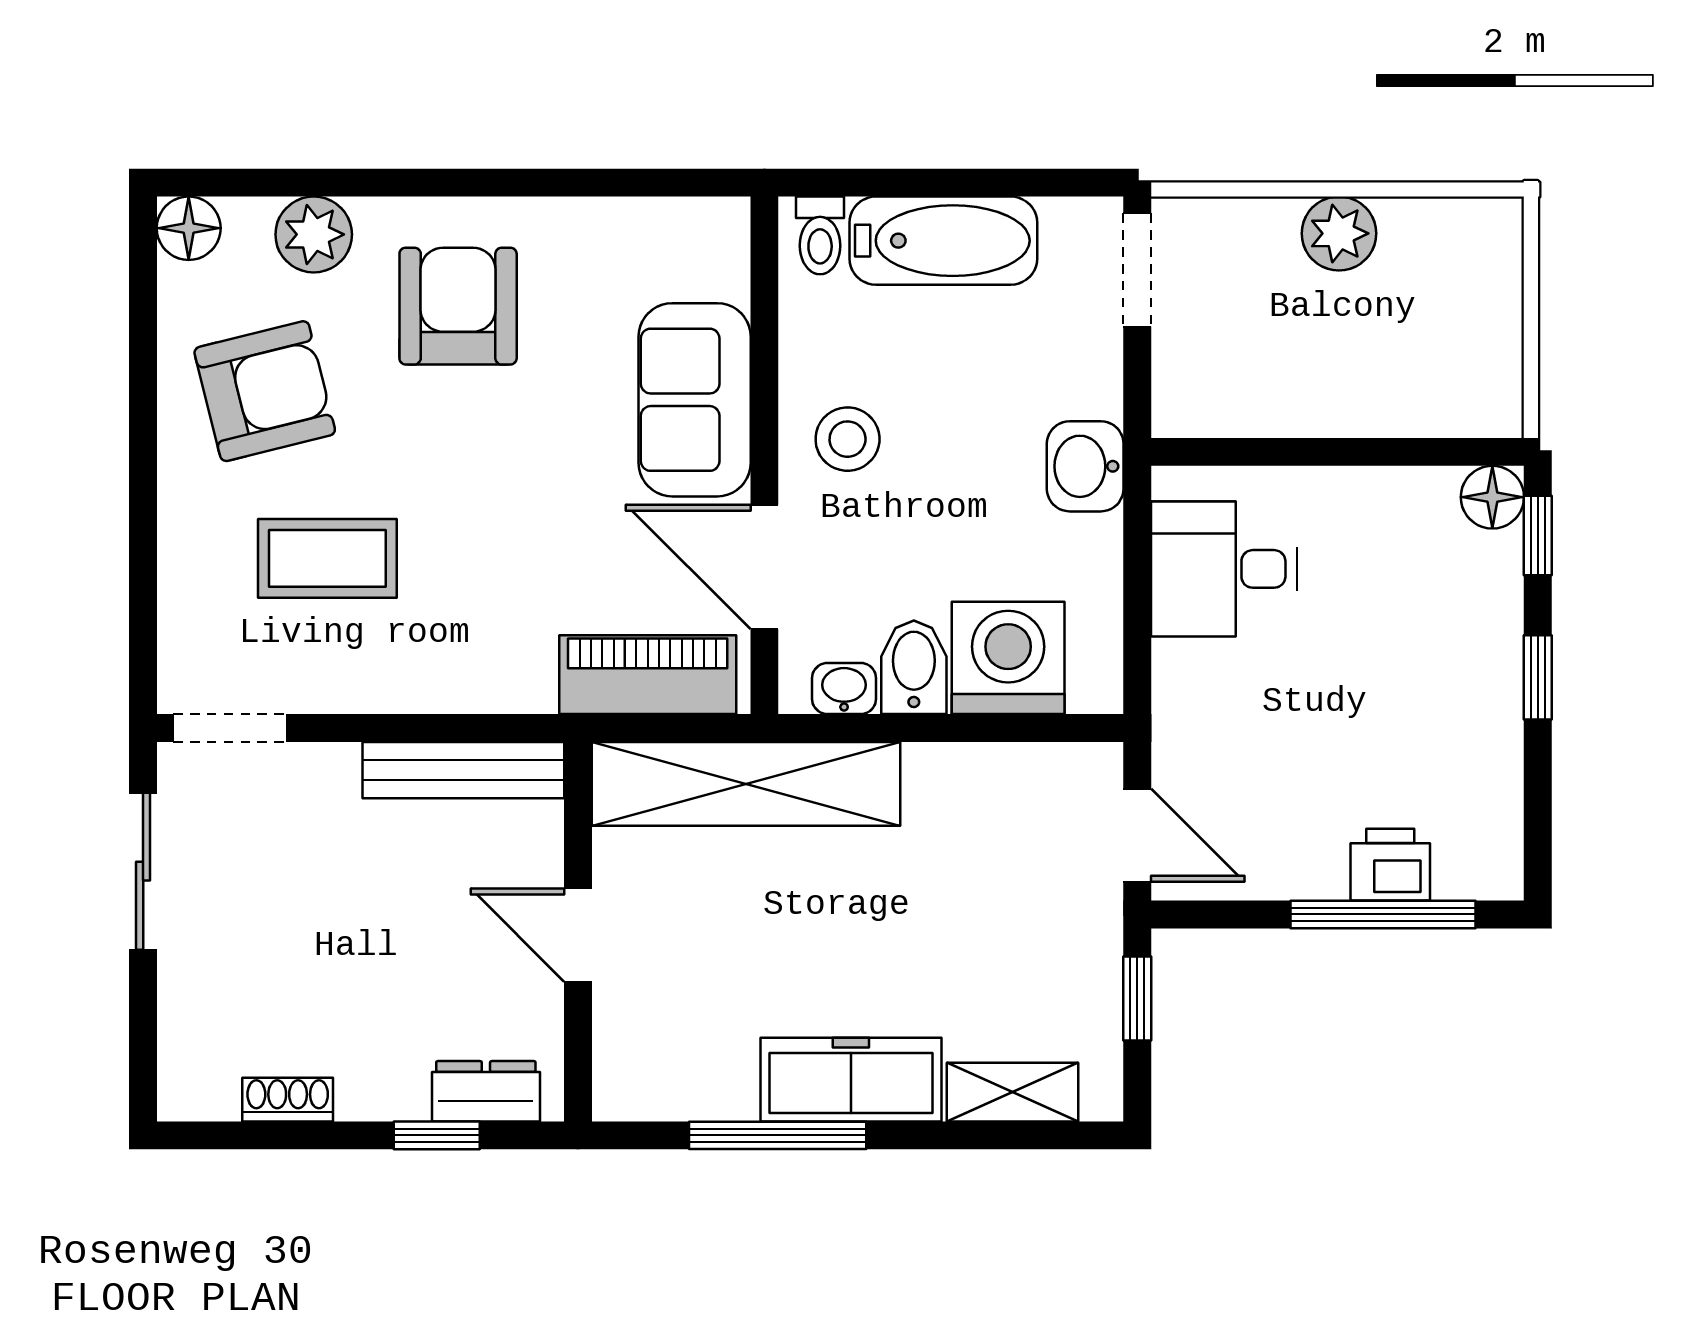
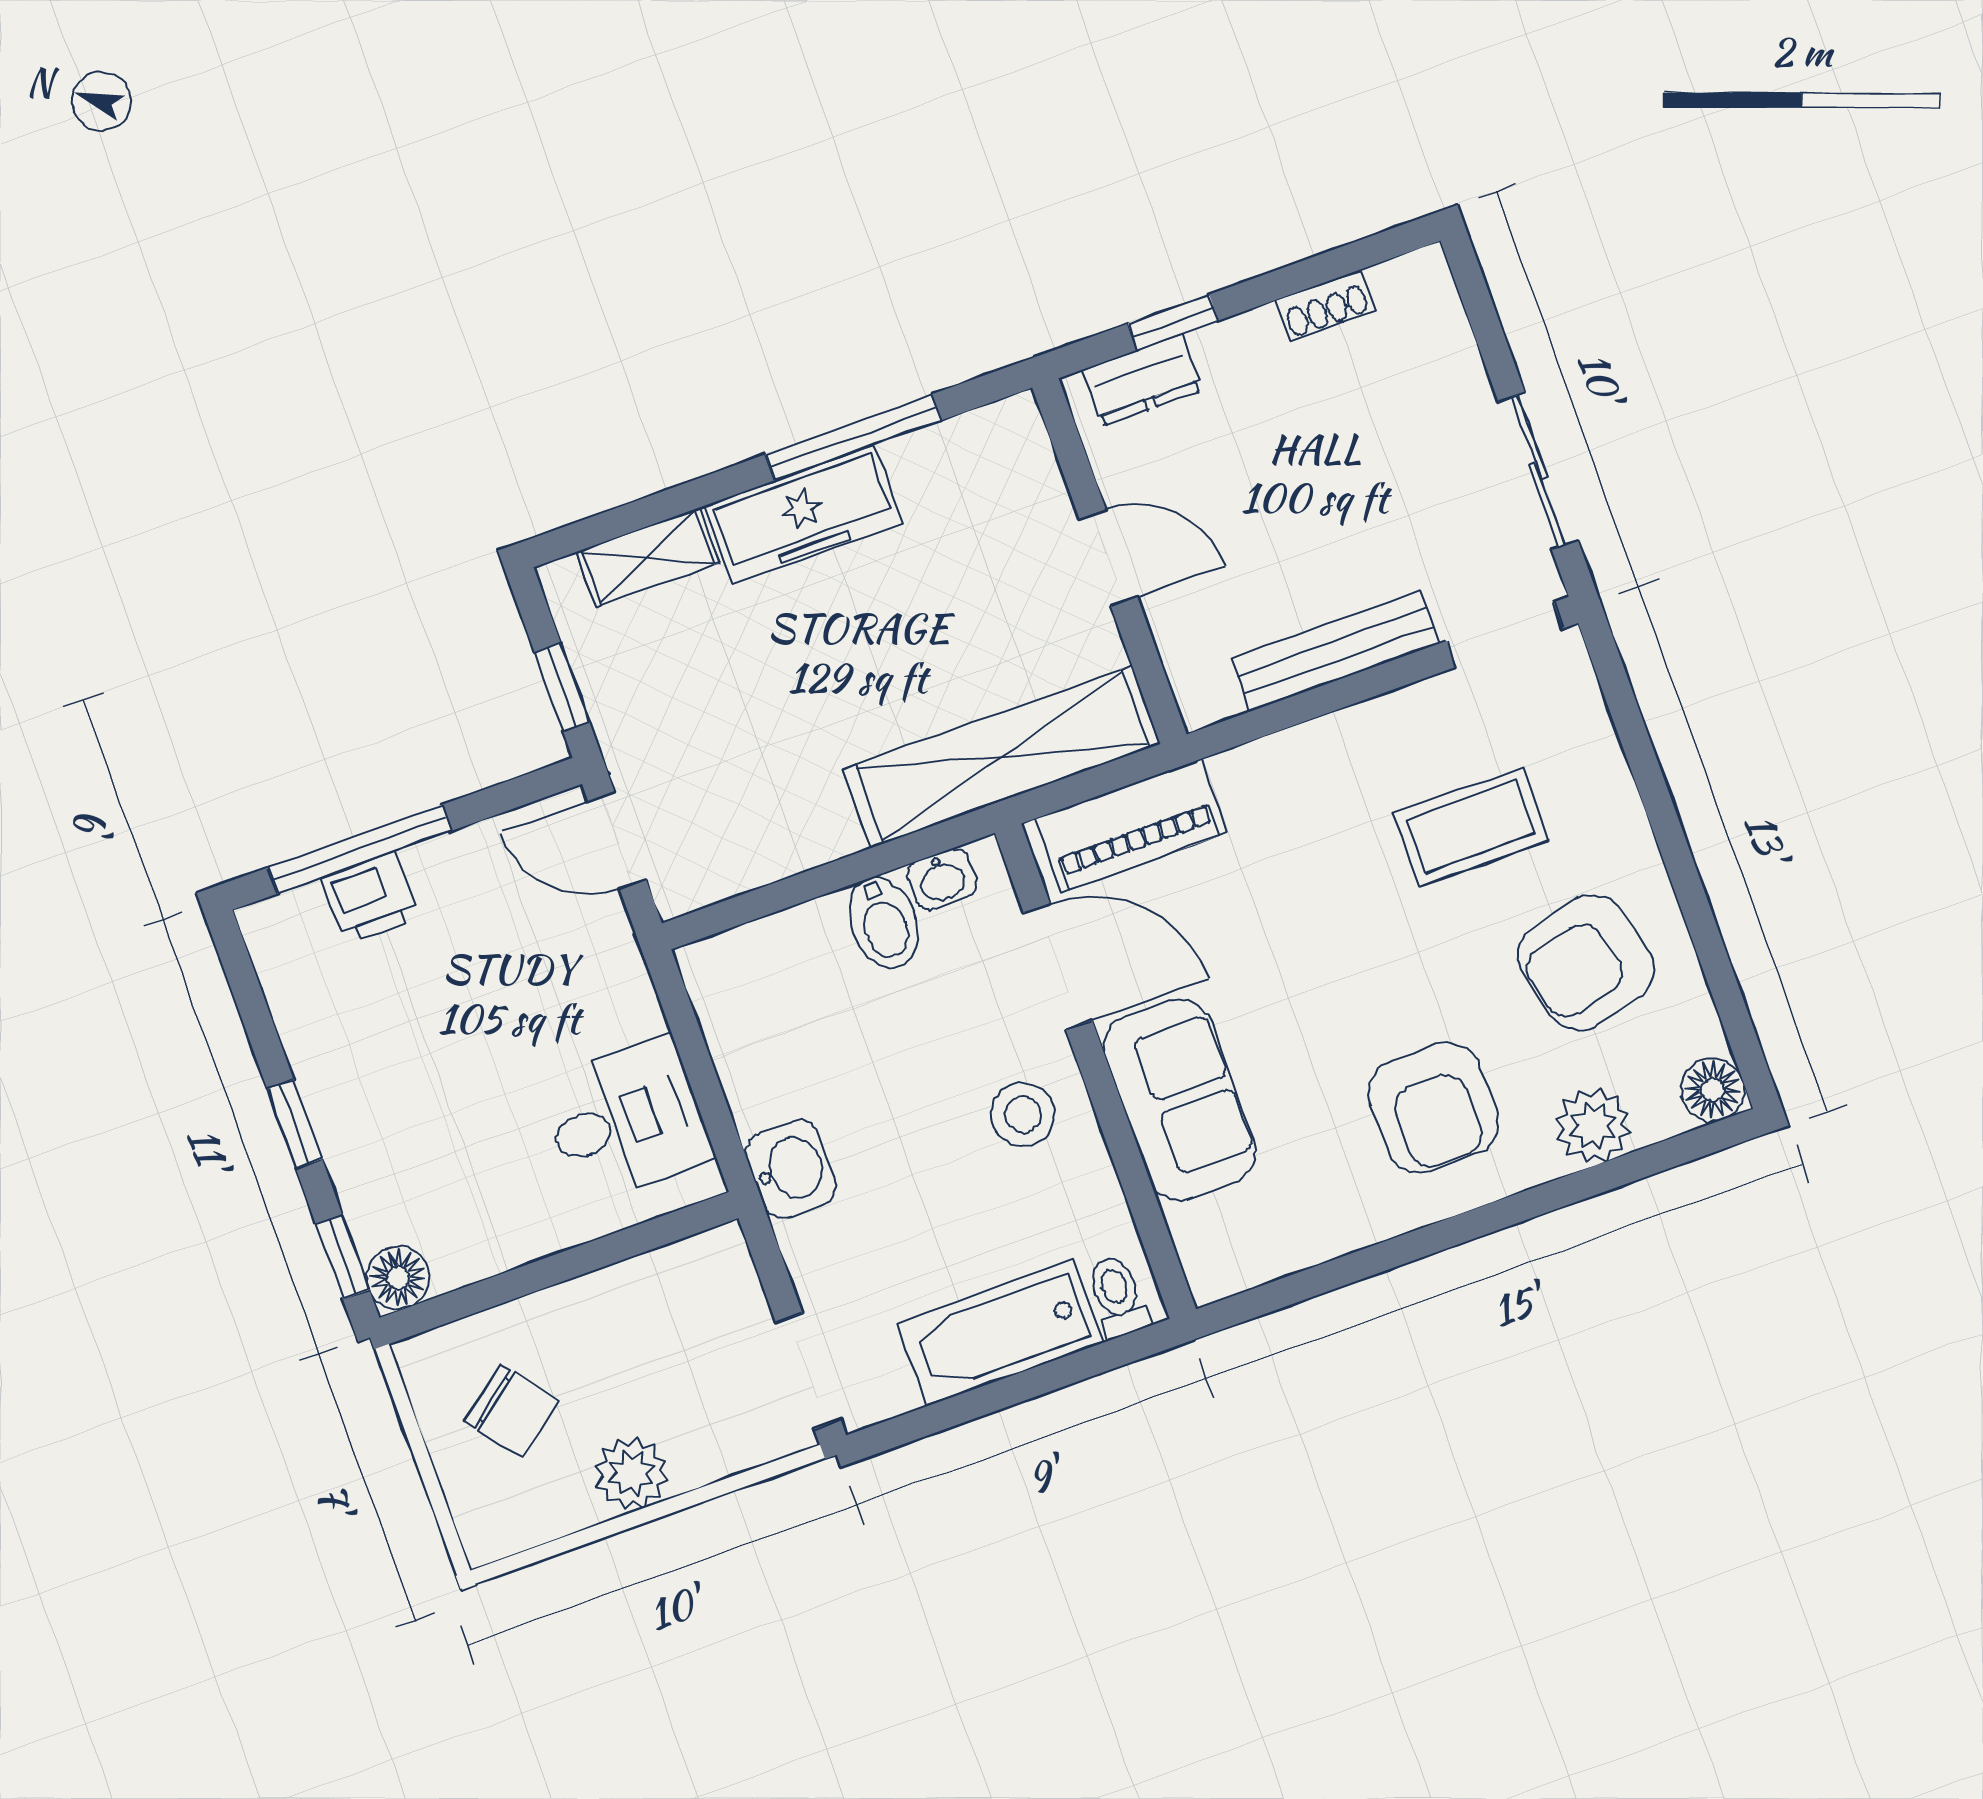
chair: (1431, 333) -> (512, 1411), added
washing machine: (1008, 658) -> (798, 963), removed
bench: (463, 770) -> (1336, 651), moved

